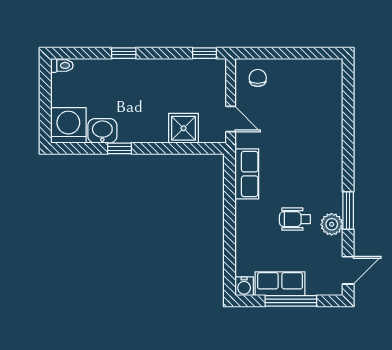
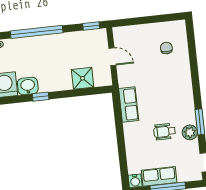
window: (124, 53) -> (37, 32), width x3.17
chair: (258, 78) -> (166, 48), moved
door: (231, 119) -> (112, 57), moved

